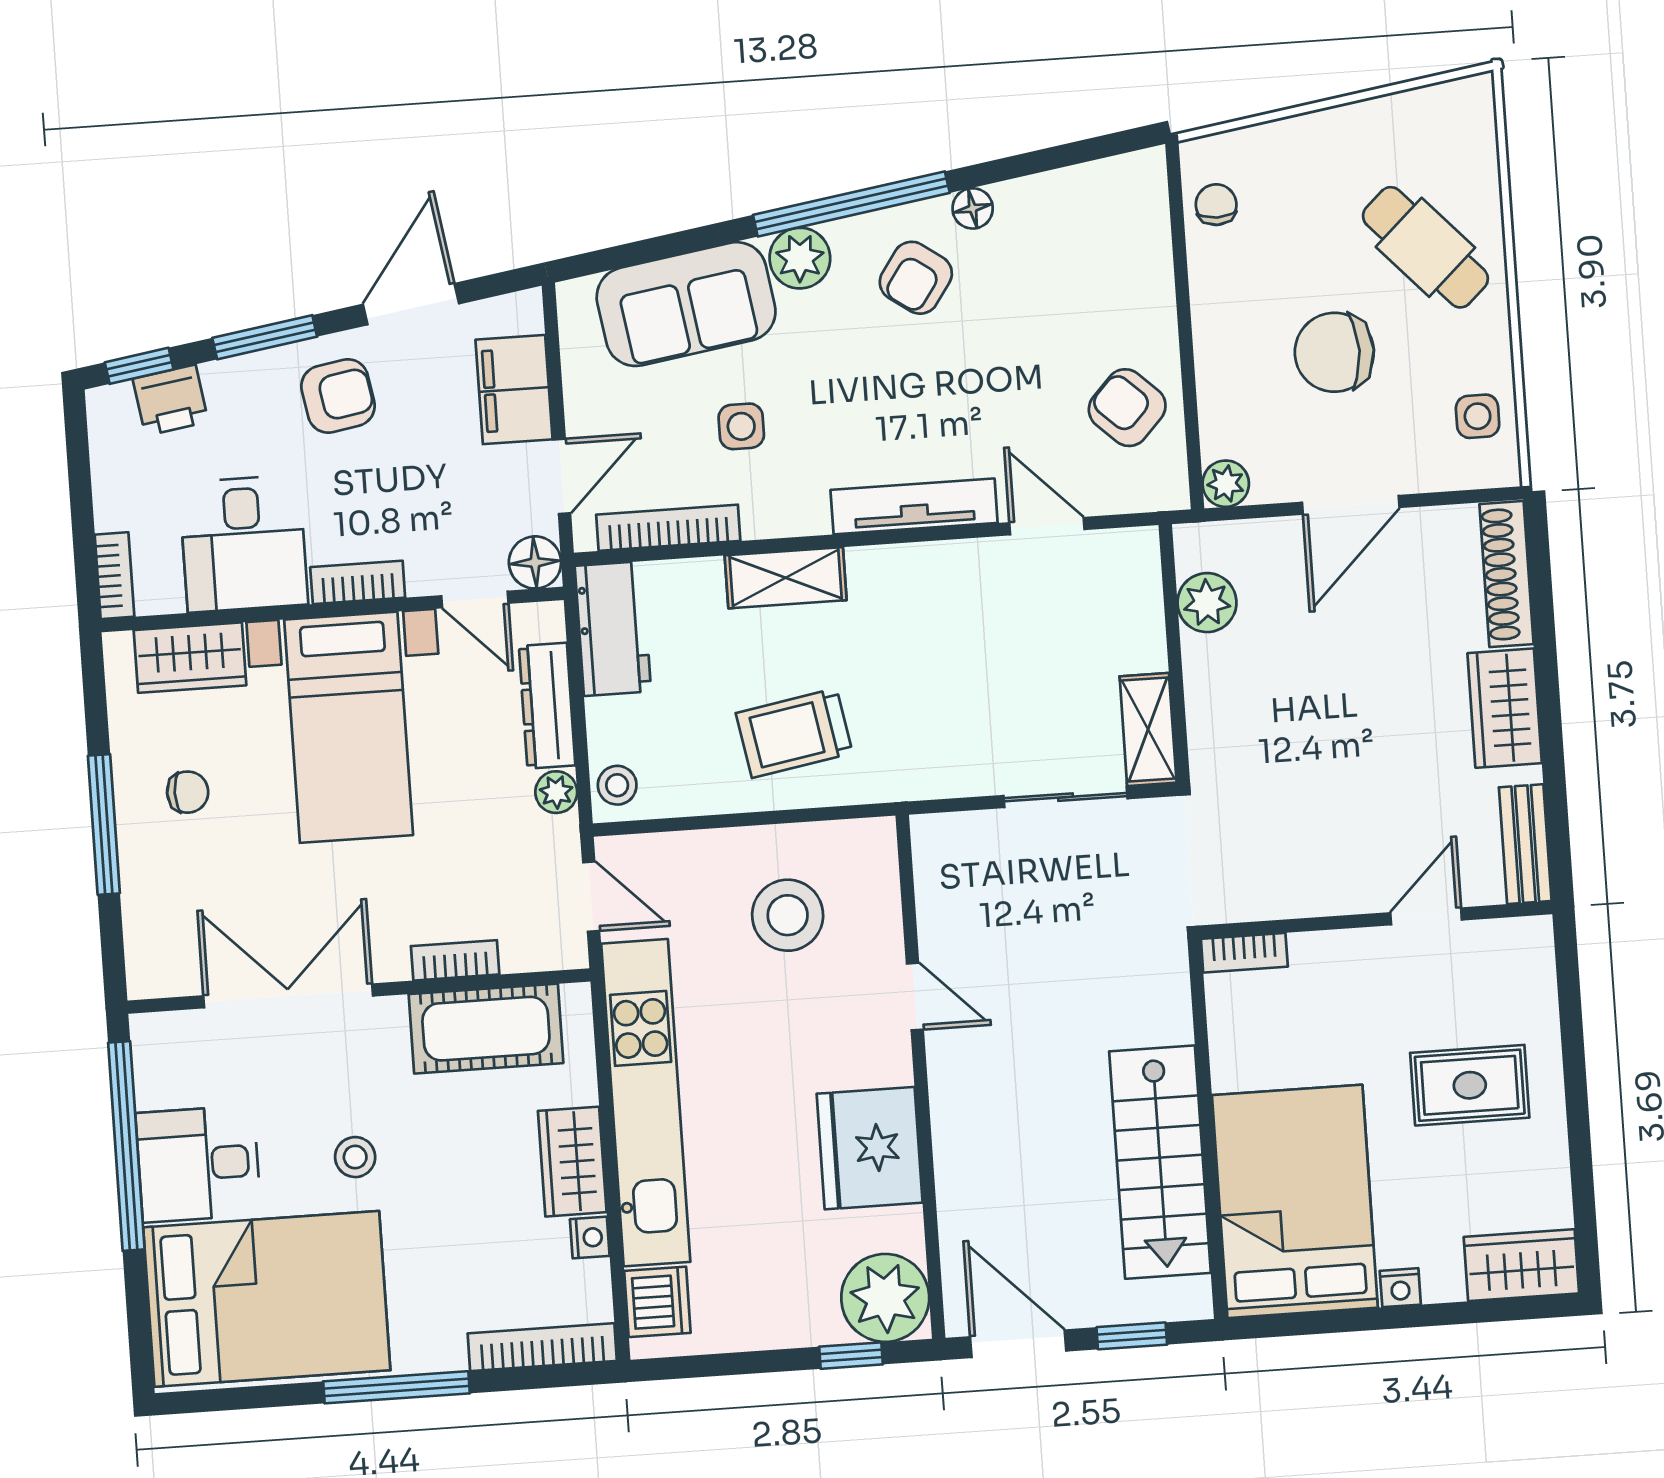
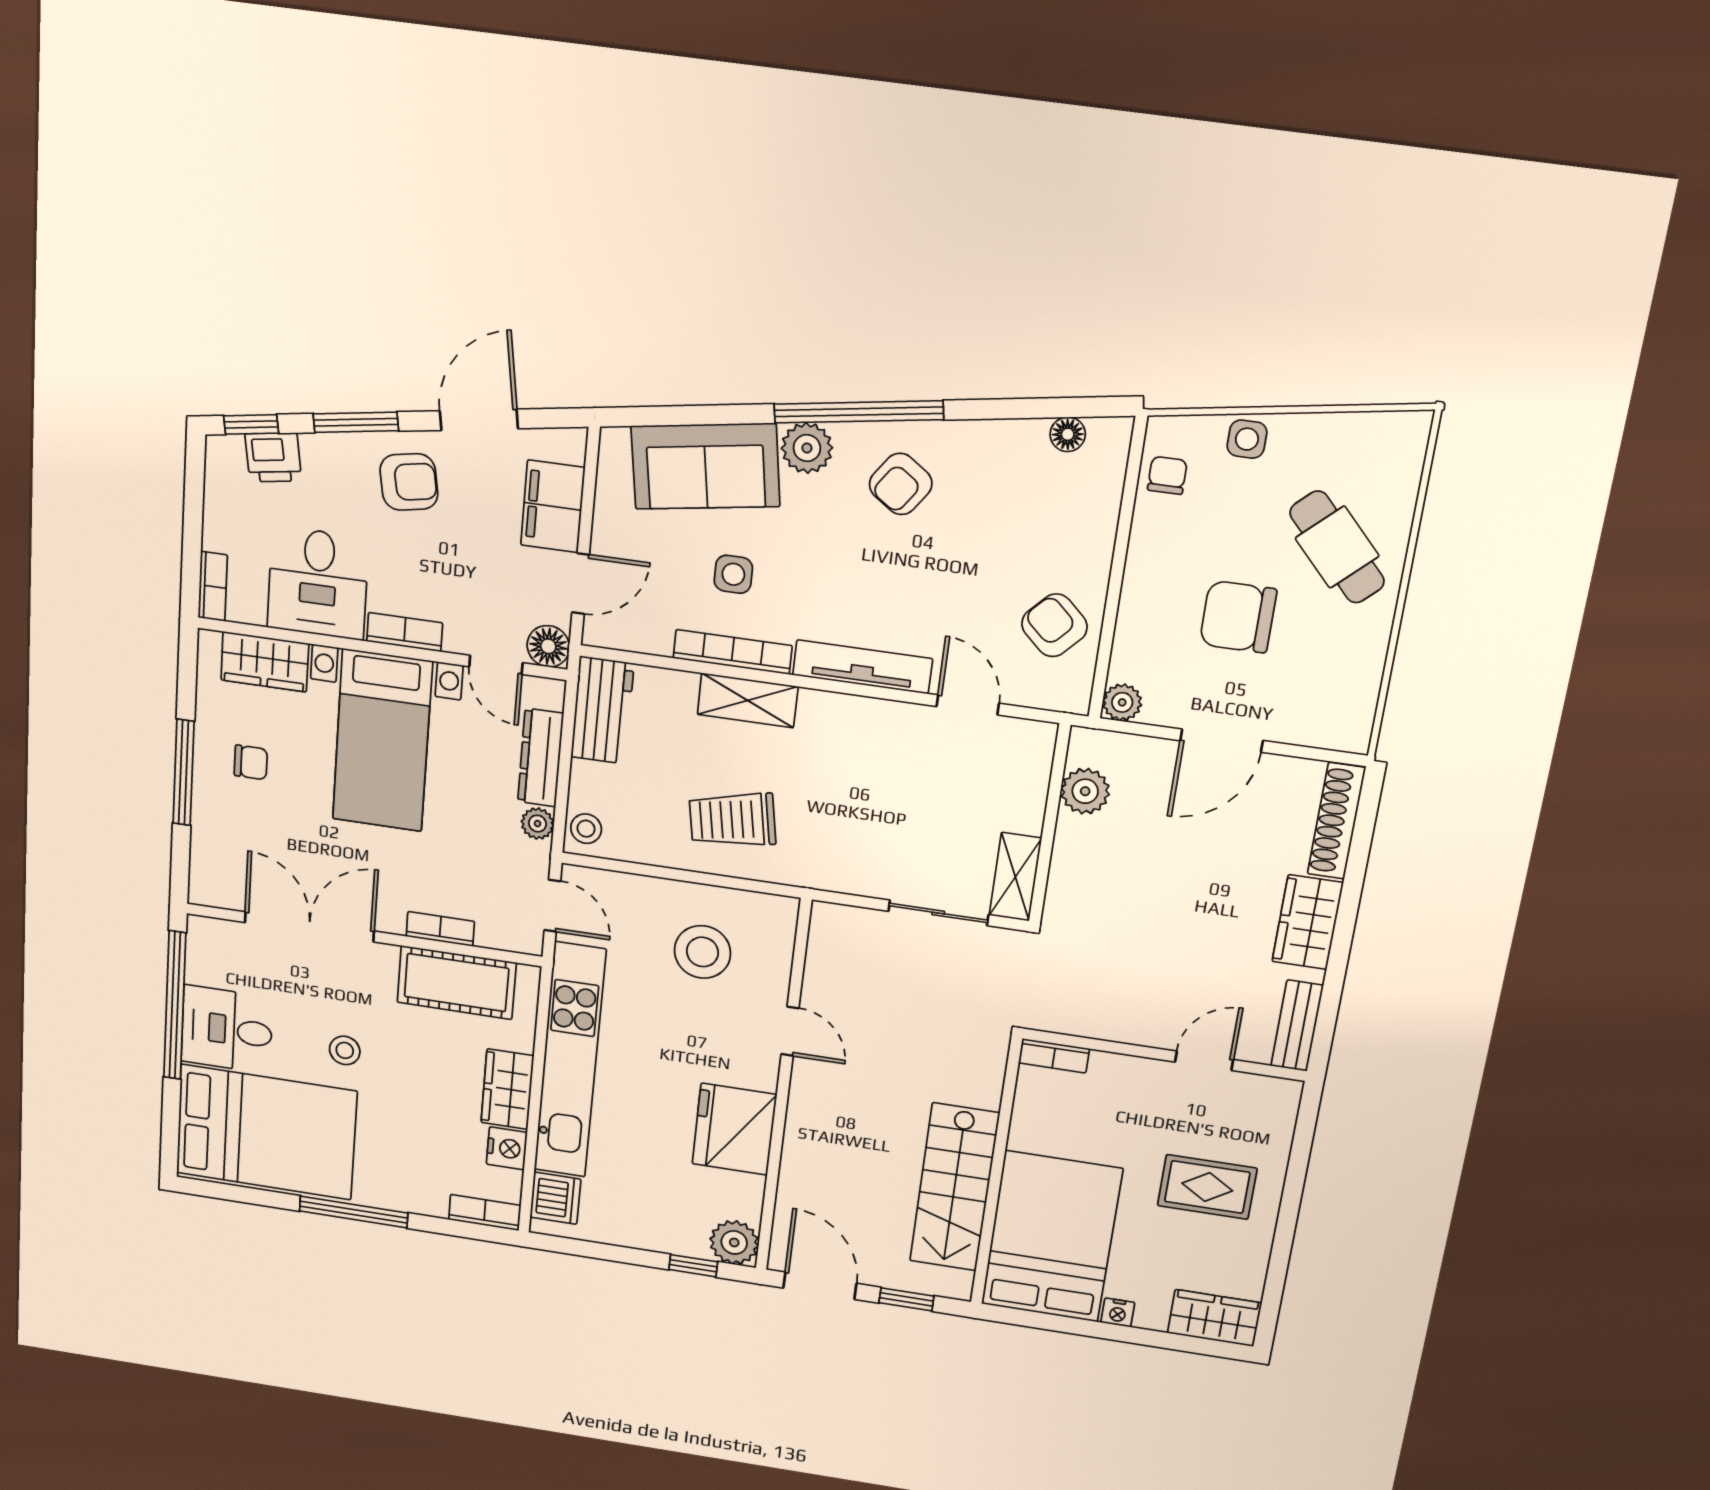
floor lamp: (973, 208) -> (1068, 434), moved
side table: (1478, 416) -> (1247, 439), moved
bookcase: (668, 528) -> (733, 652), moved
nightstand: (590, 1238) -> (507, 1148), width x1.39, depth x1.35
plant: (885, 1298) -> (734, 1242), width x0.73, depth x0.73
bookcase: (542, 1347) -> (485, 1212), width x0.64

